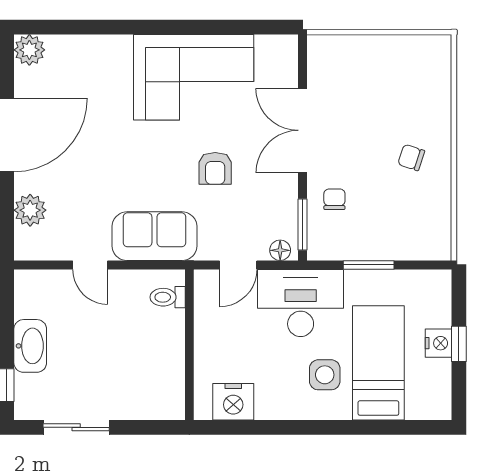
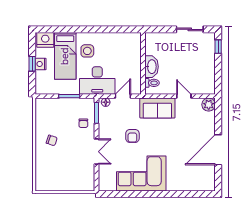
plant: (29, 50) -> (209, 185), removed
double door: (302, 130) -> (96, 152), width x0.73
armchair: (215, 168) -> (132, 136), turned 180
plant: (30, 210) -> (209, 105), moved
washbasin: (30, 346) -> (151, 67), moved, turned 180
nightstand: (233, 402) -> (45, 40), moved

